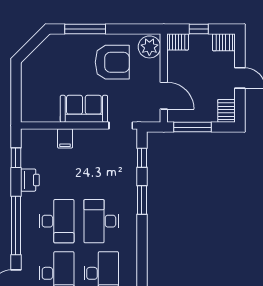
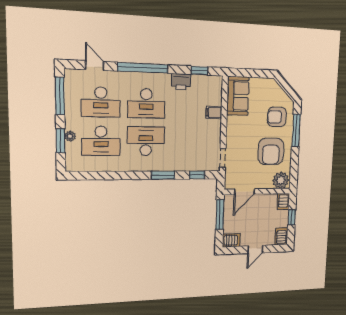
armchair: (69, 56) -> (277, 117), added
sofa: (84, 109) -> (238, 96), moved

